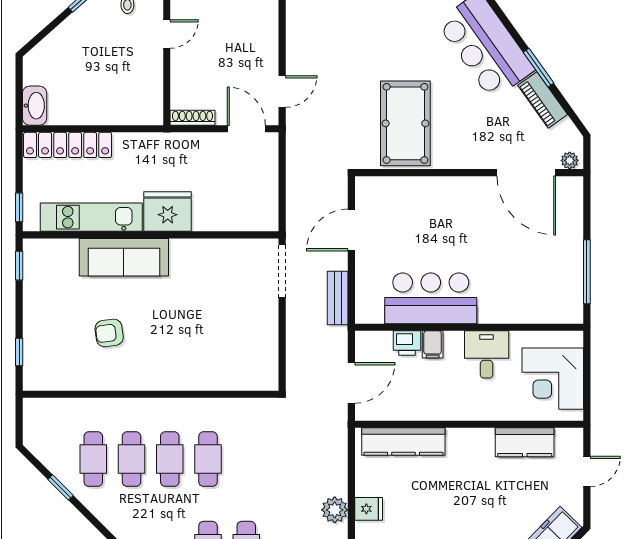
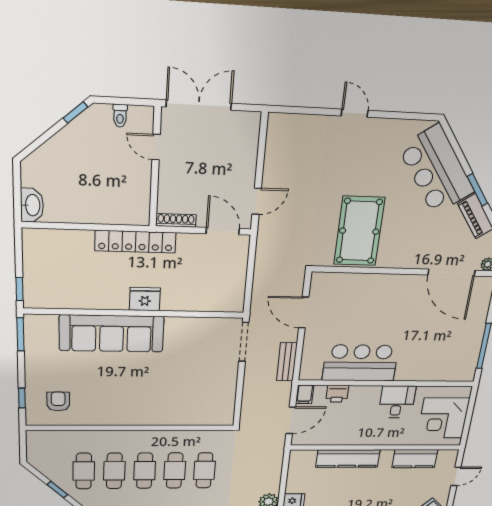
door: (167, 34) -> (156, 147), swing flipped
locker: (68, 145) -> (135, 242), moved
fridge: (168, 212) -> (145, 299), width x0.73, depth x0.75
kitchen unit: (91, 217) -> (84, 298), removed
door: (351, 230) -> (304, 312), hinge flipped
sofa: (124, 257) -> (112, 333), width x1.36, depth x1.27
window: (19, 266) -> (20, 334), width x1.50
armchair: (109, 333) -> (58, 401), moved, turned 98
filing cabinet: (433, 344) -> (305, 394), moved
kitchen counter: (403, 442) -> (348, 459), moved
cafe table: (246, 459) -> (204, 470), added

